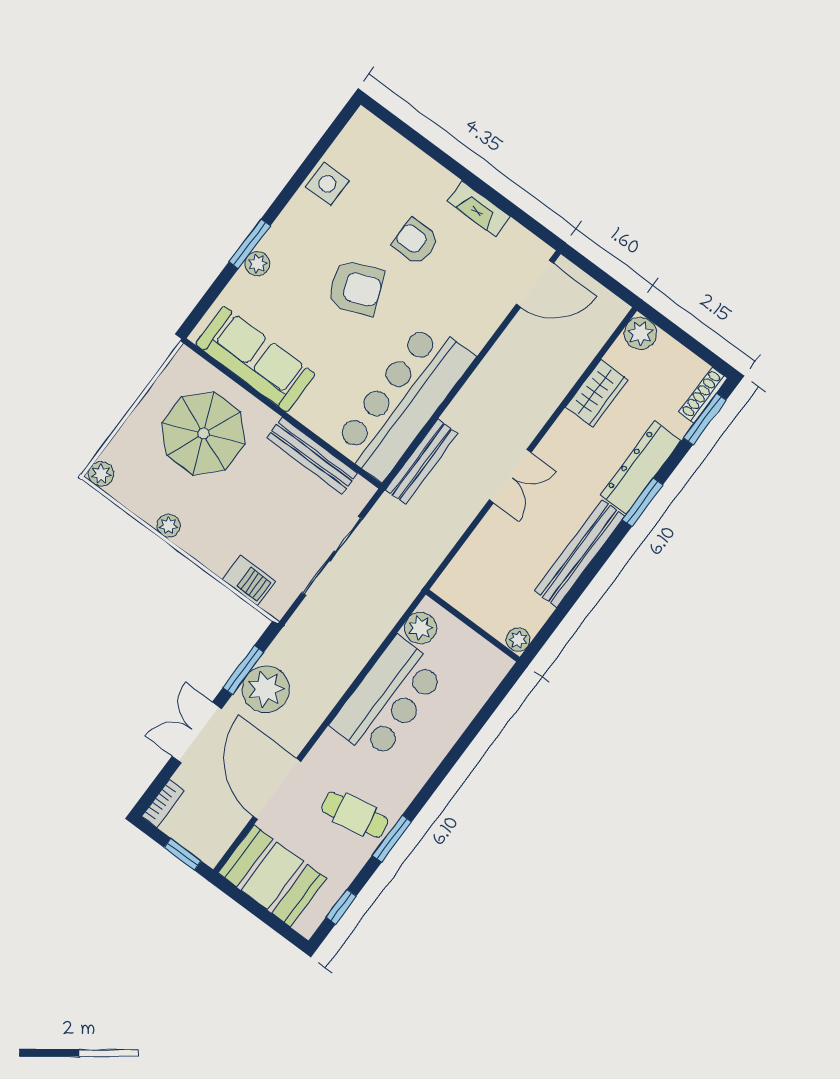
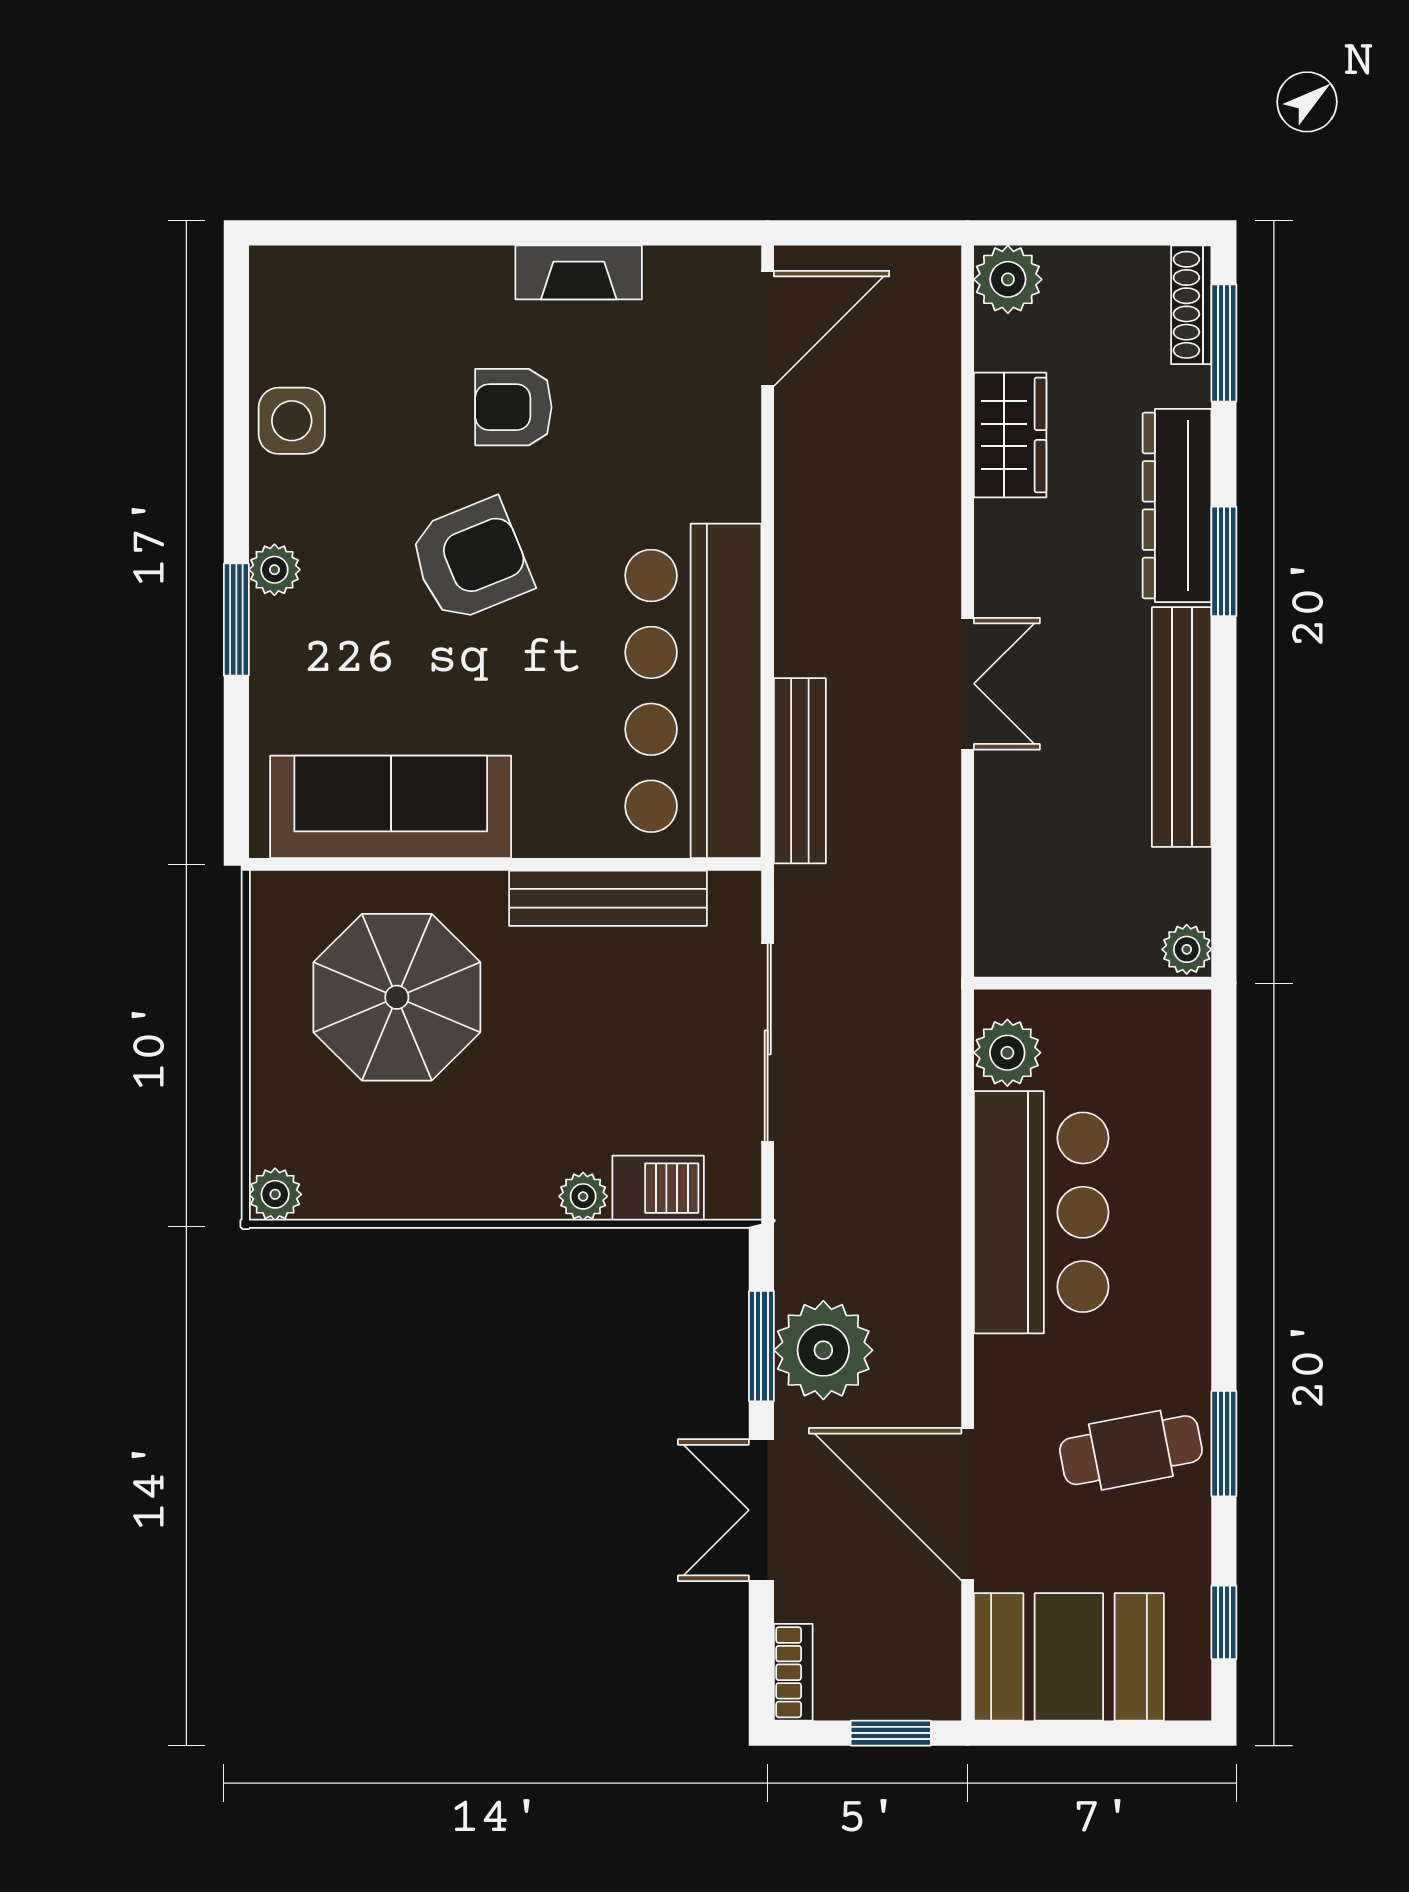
plant: (257, 264) -> (274, 570), moved
plant: (169, 525) -> (583, 1196), moved

